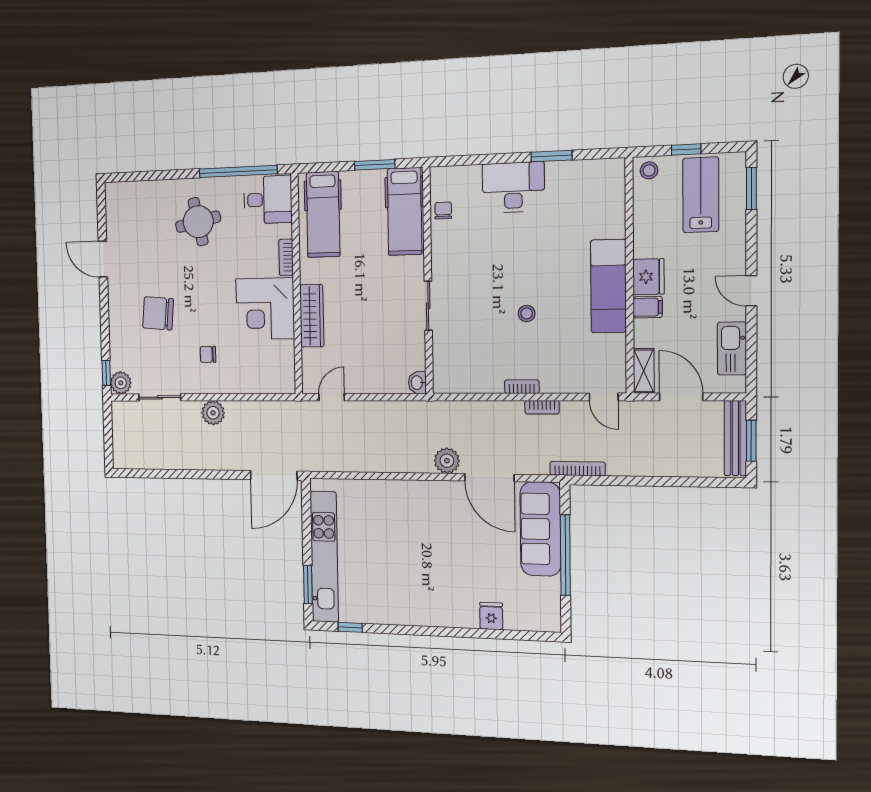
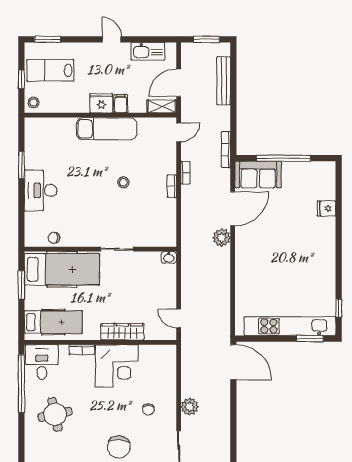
hospital bed: (405, 211) -> (62, 269), width x1.37, depth x1.29
door: (751, 291) -> (112, 39), swing flipped
bench: (735, 438) -> (224, 81), moved, turned 90
sofa: (541, 529) -> (258, 174), width x0.73

